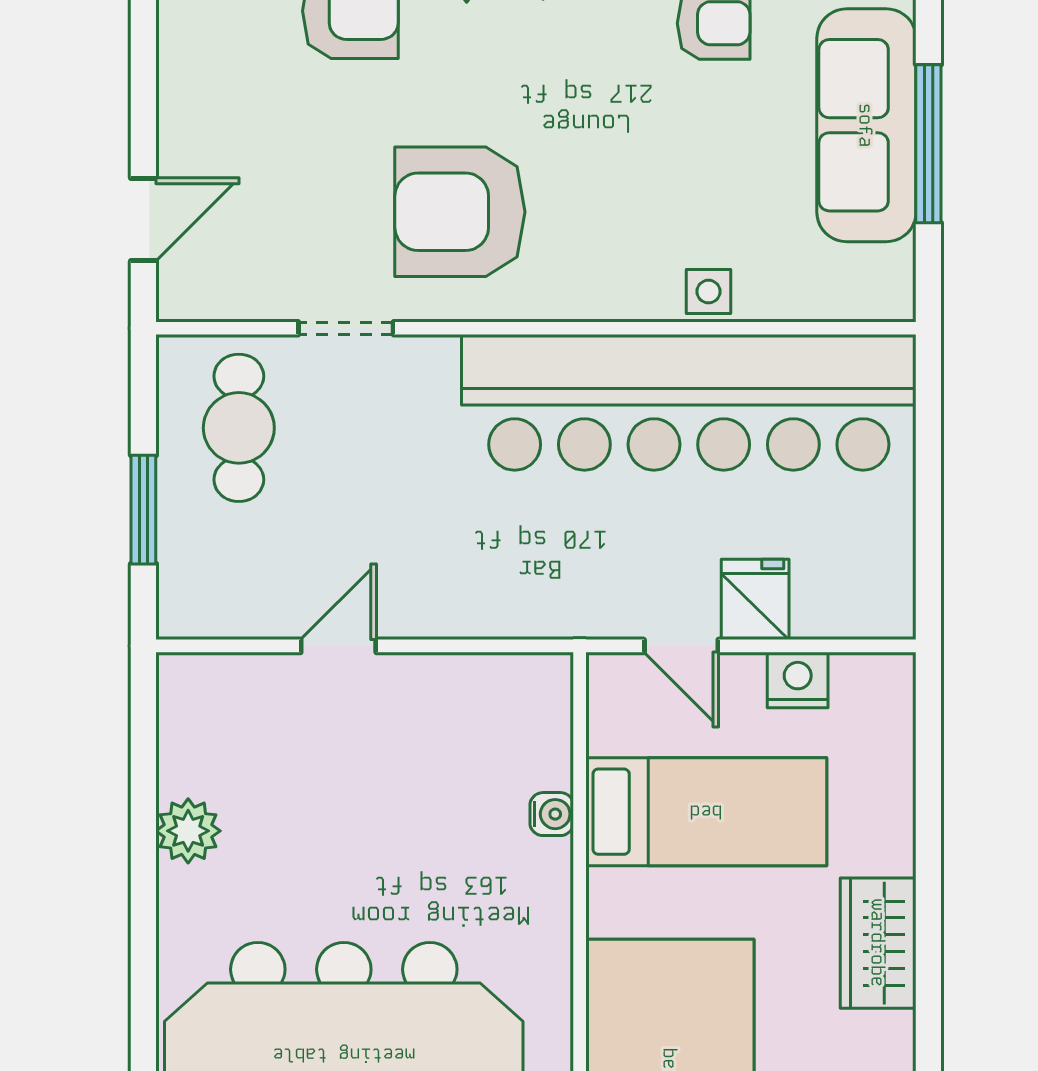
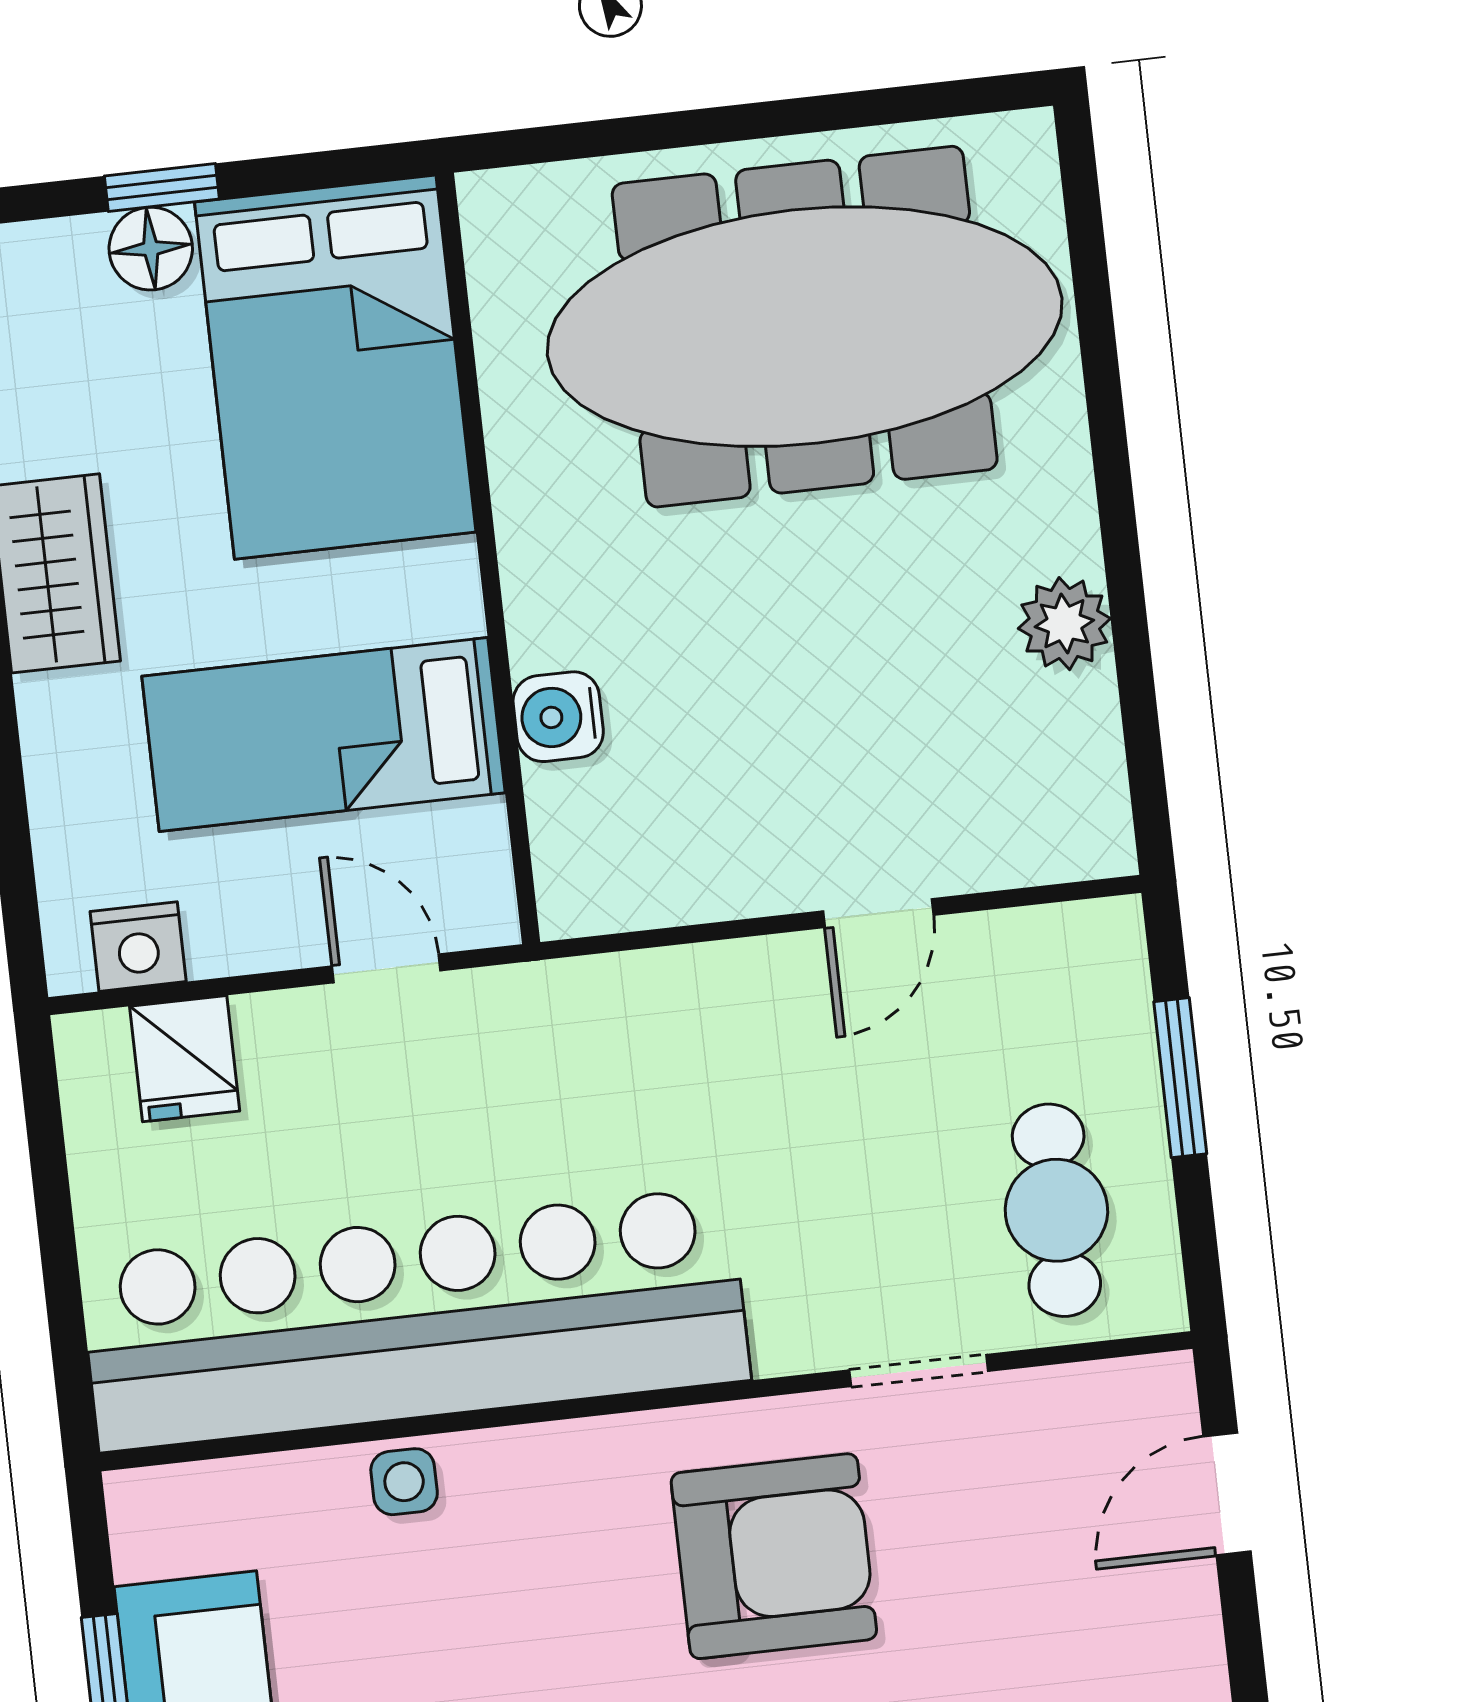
fridge: (755, 599) -> (185, 1059), moved
nightstand: (798, 680) -> (138, 947), moved
water cooler: (552, 814) -> (558, 717), width x1.38, depth x1.38

